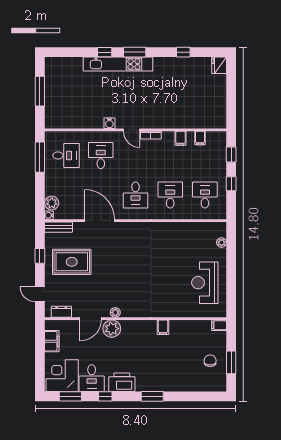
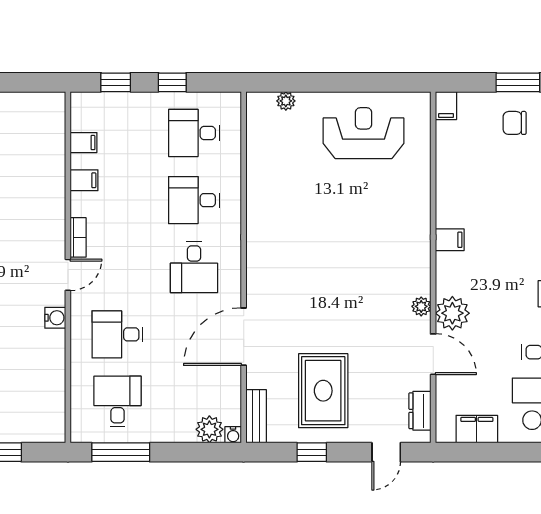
desk: (135, 195) -> (194, 267), turned 90
reception desk: (205, 283) -> (364, 133), turned 180
filing cabinet: (163, 327) -> (450, 240), moved

